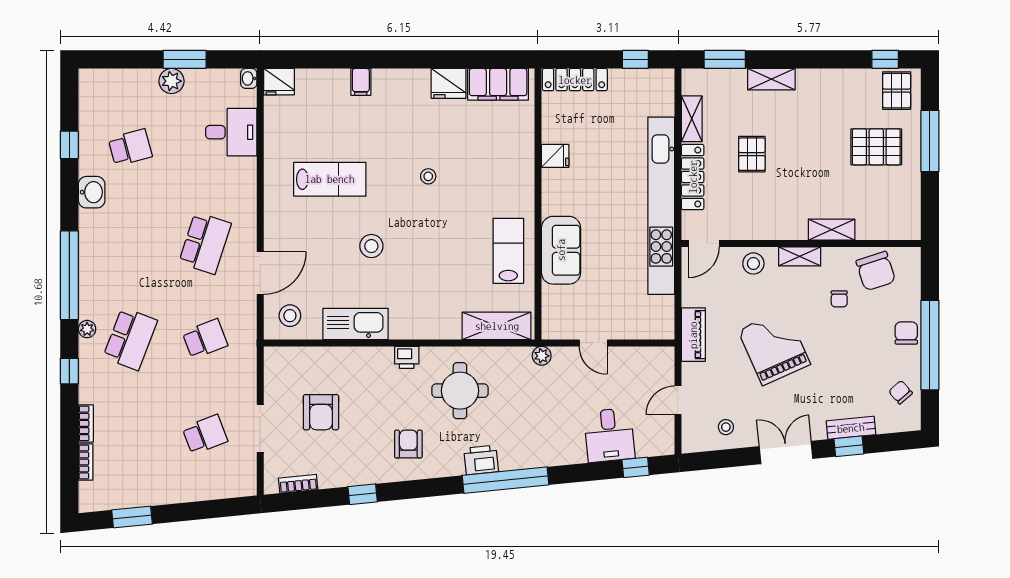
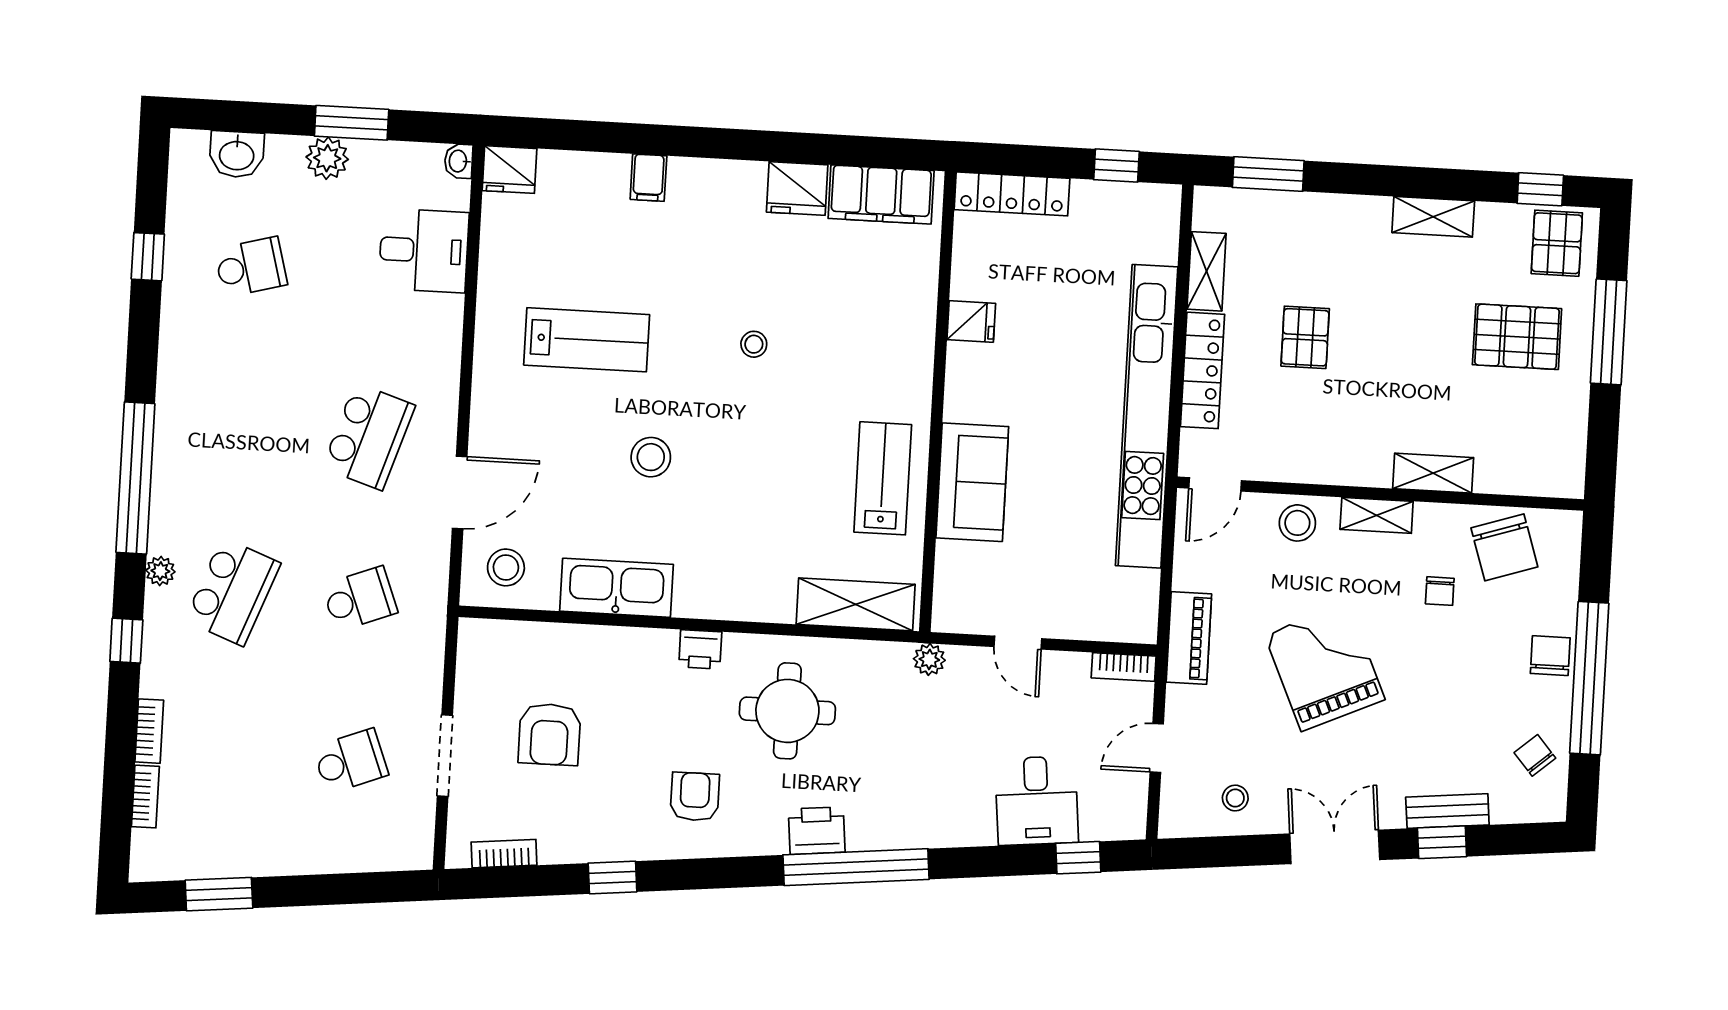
shelving: (771, 79) -> (1433, 217), moved
washbasin: (92, 192) -> (237, 154), moved, turned 90
bookcase: (656, 354) -> (1124, 667), added

